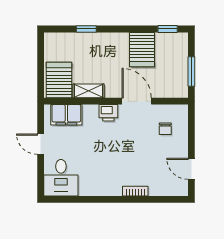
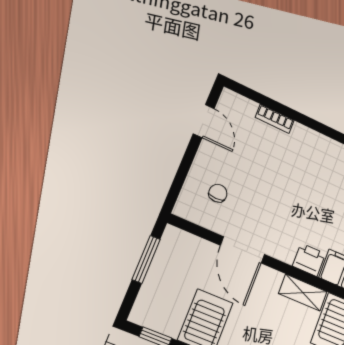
printer: (108, 113) -> (309, 260), moved
bookcase: (135, 191) -> (275, 119), moved

